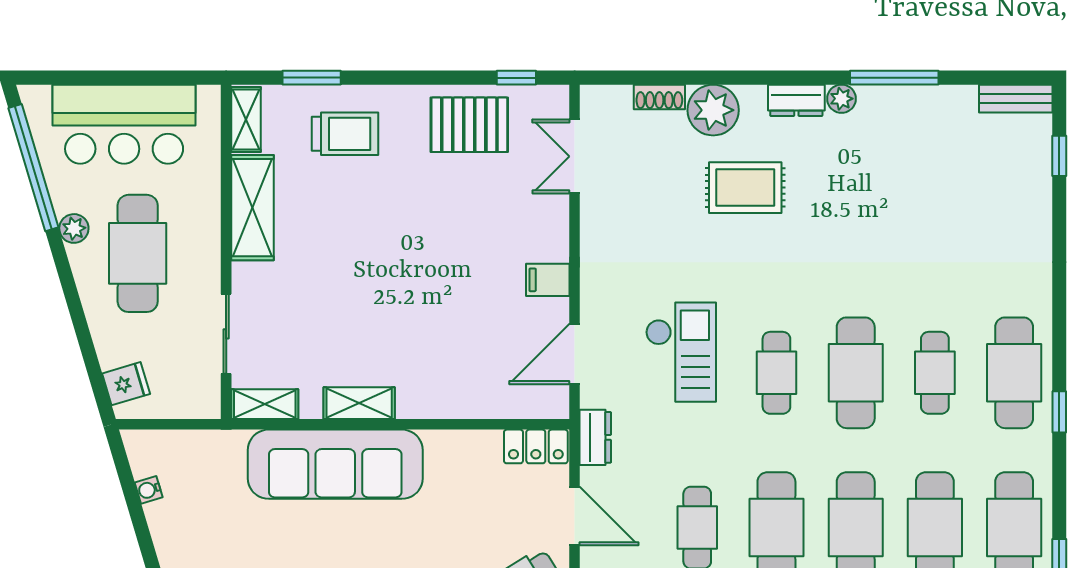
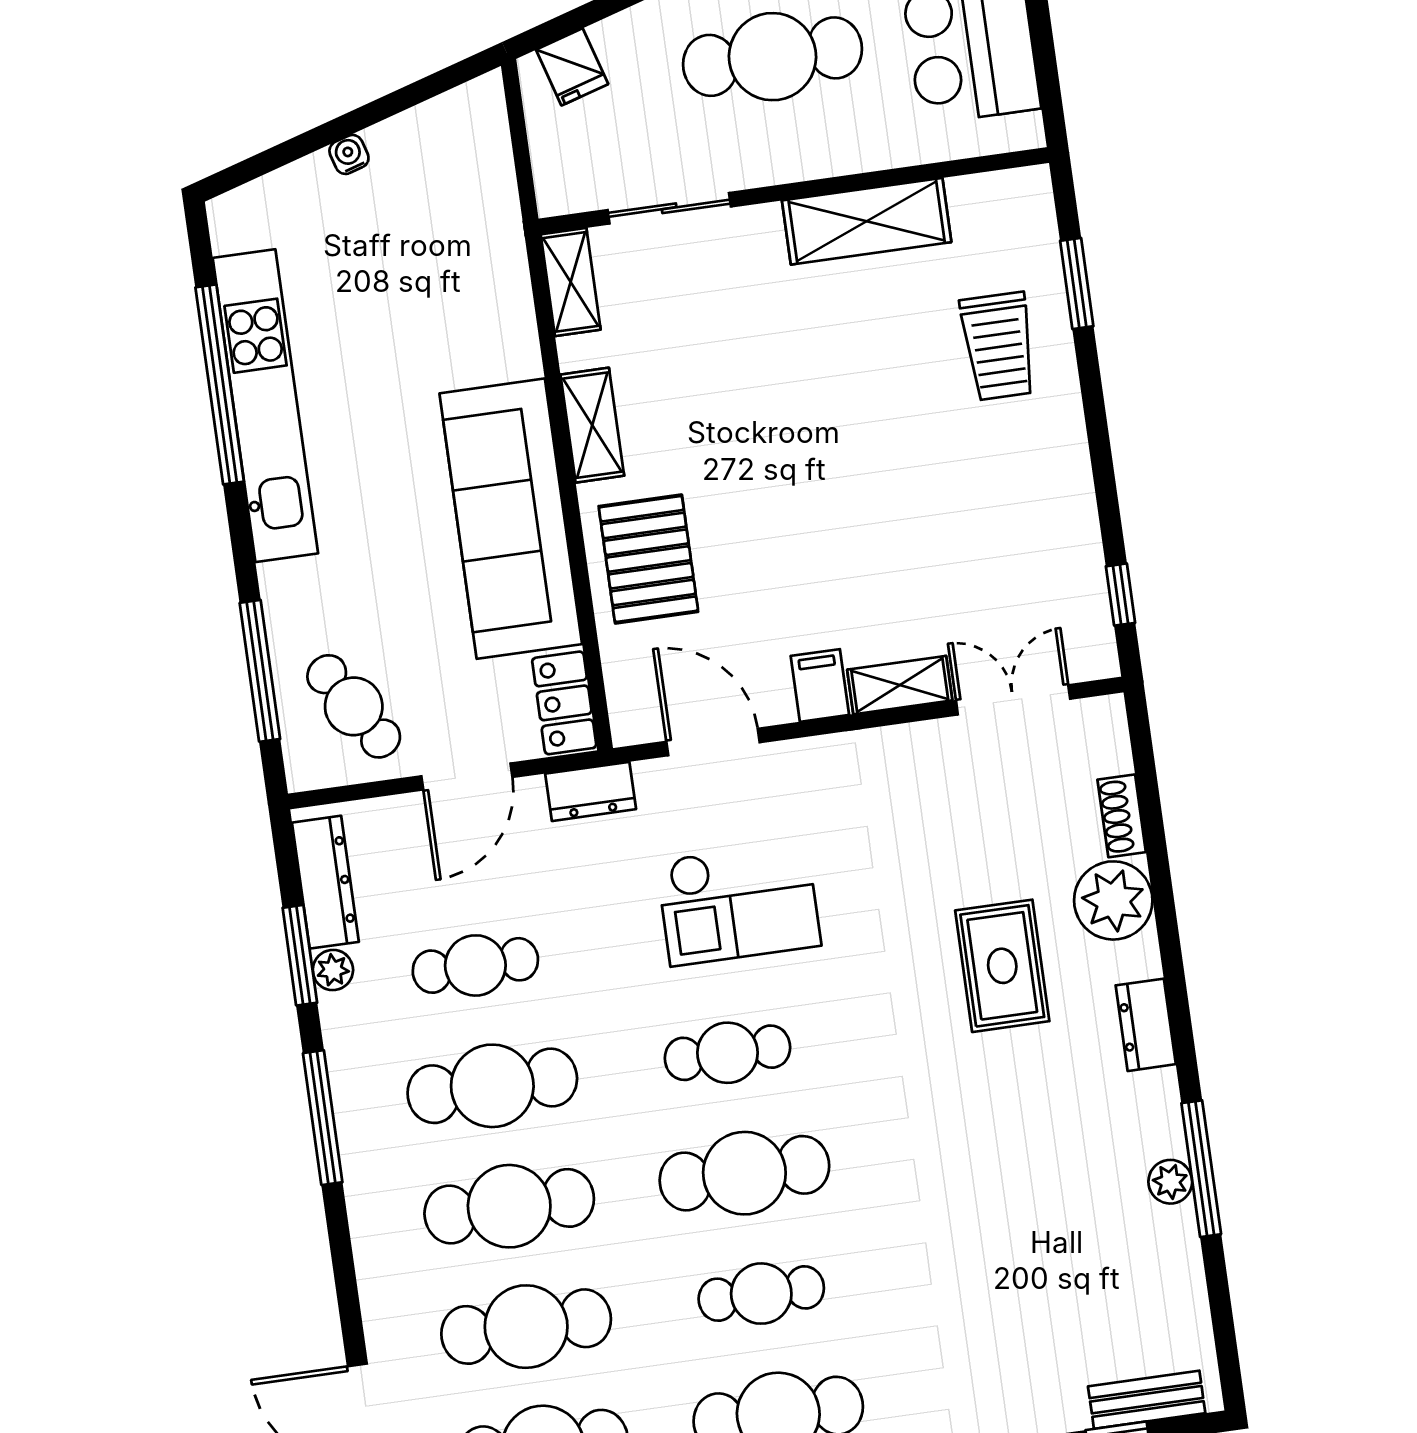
plant: (841, 99) -> (1170, 1182), moved
bench: (1016, 99) -> (1147, 1400), moved, turned 90
shelving: (246, 119) -> (900, 685), moved
pallet: (469, 125) -> (648, 559), moved
sofa: (335, 464) -> (511, 519), moved
water cooler: (149, 490) -> (349, 154), moved

